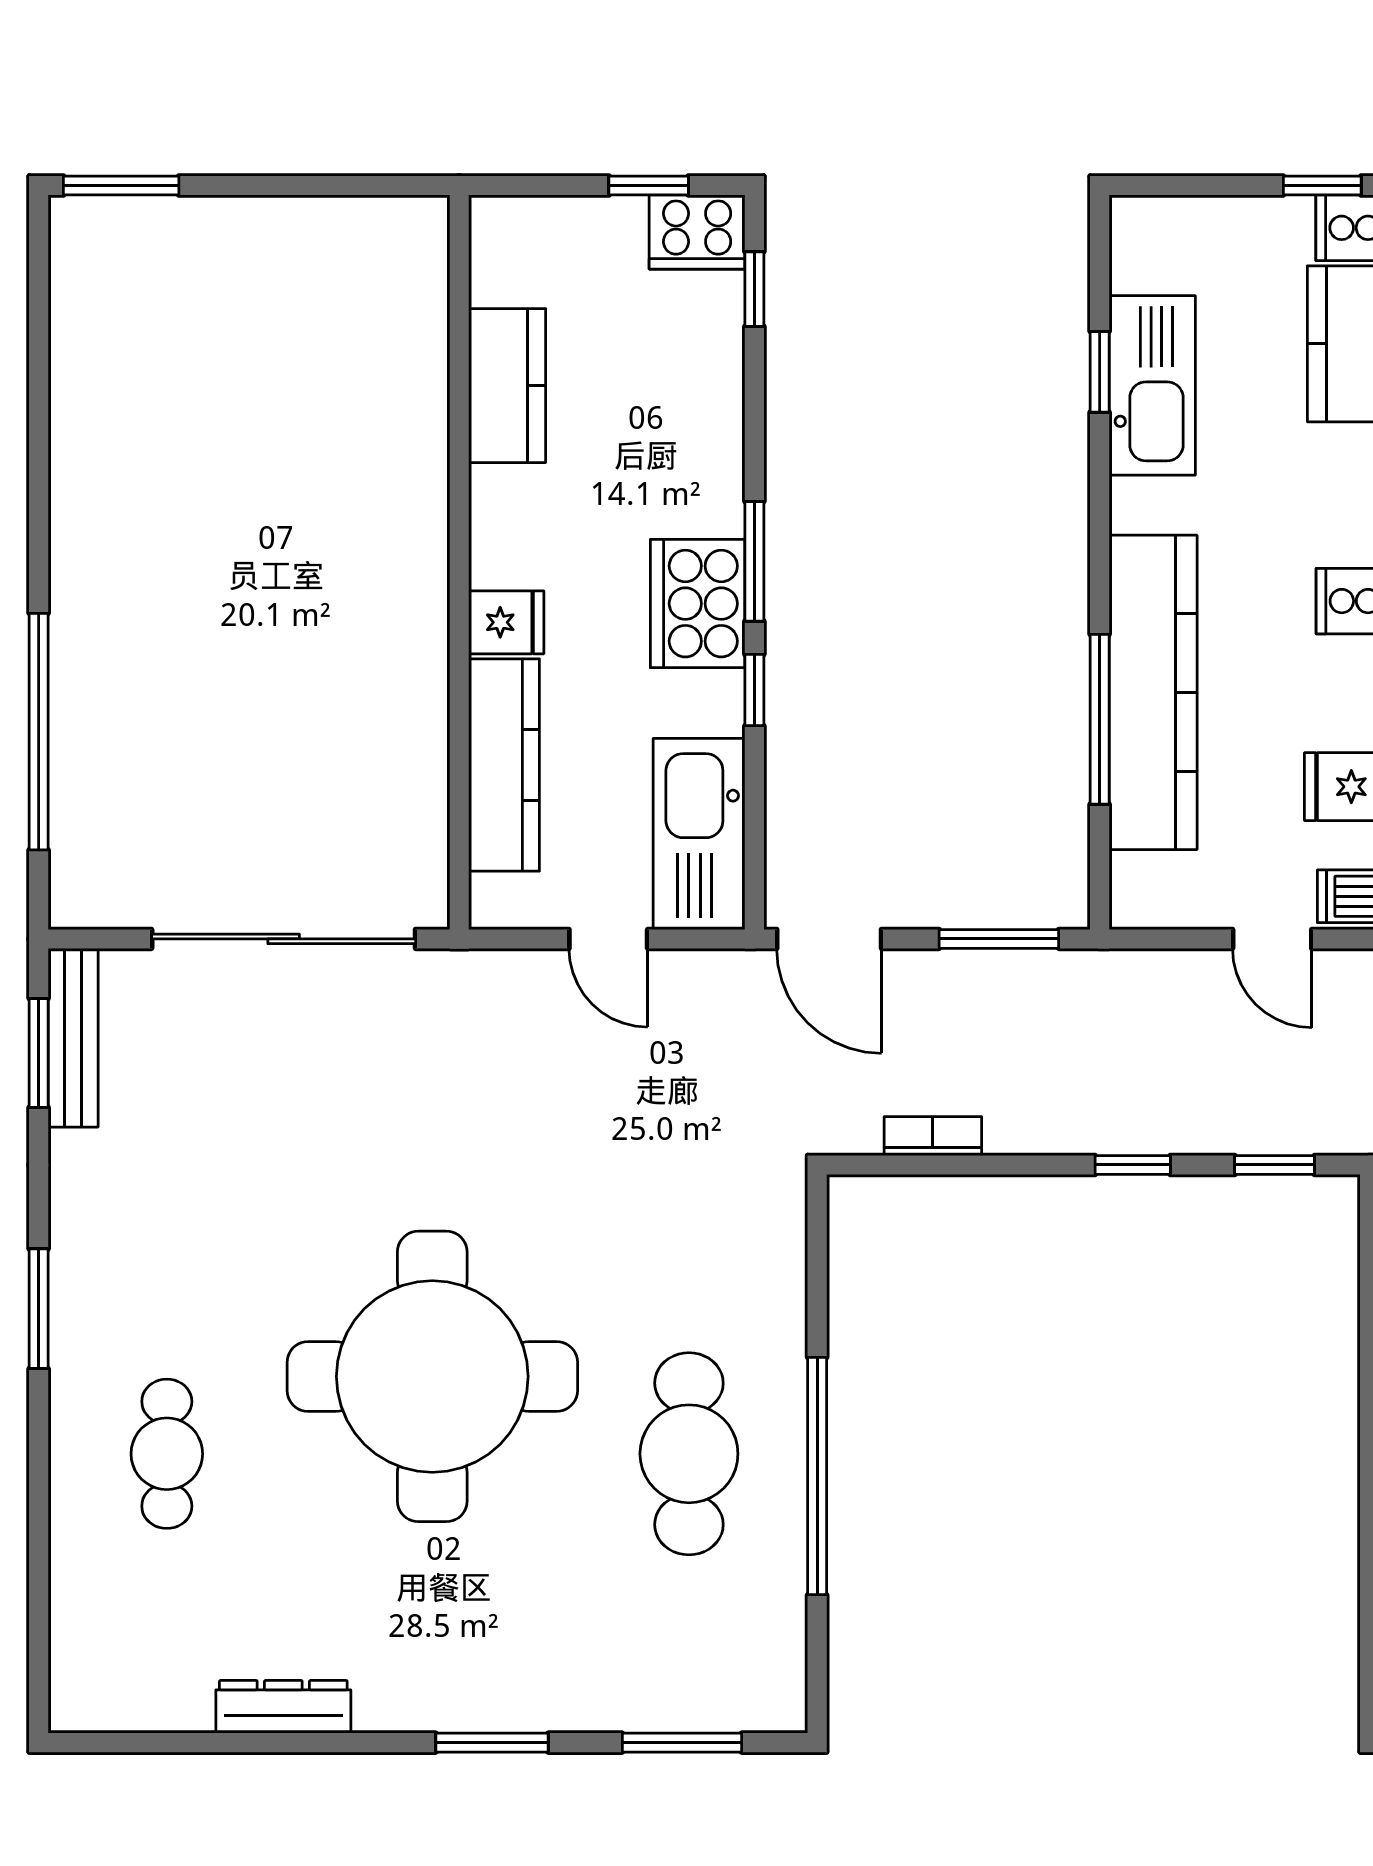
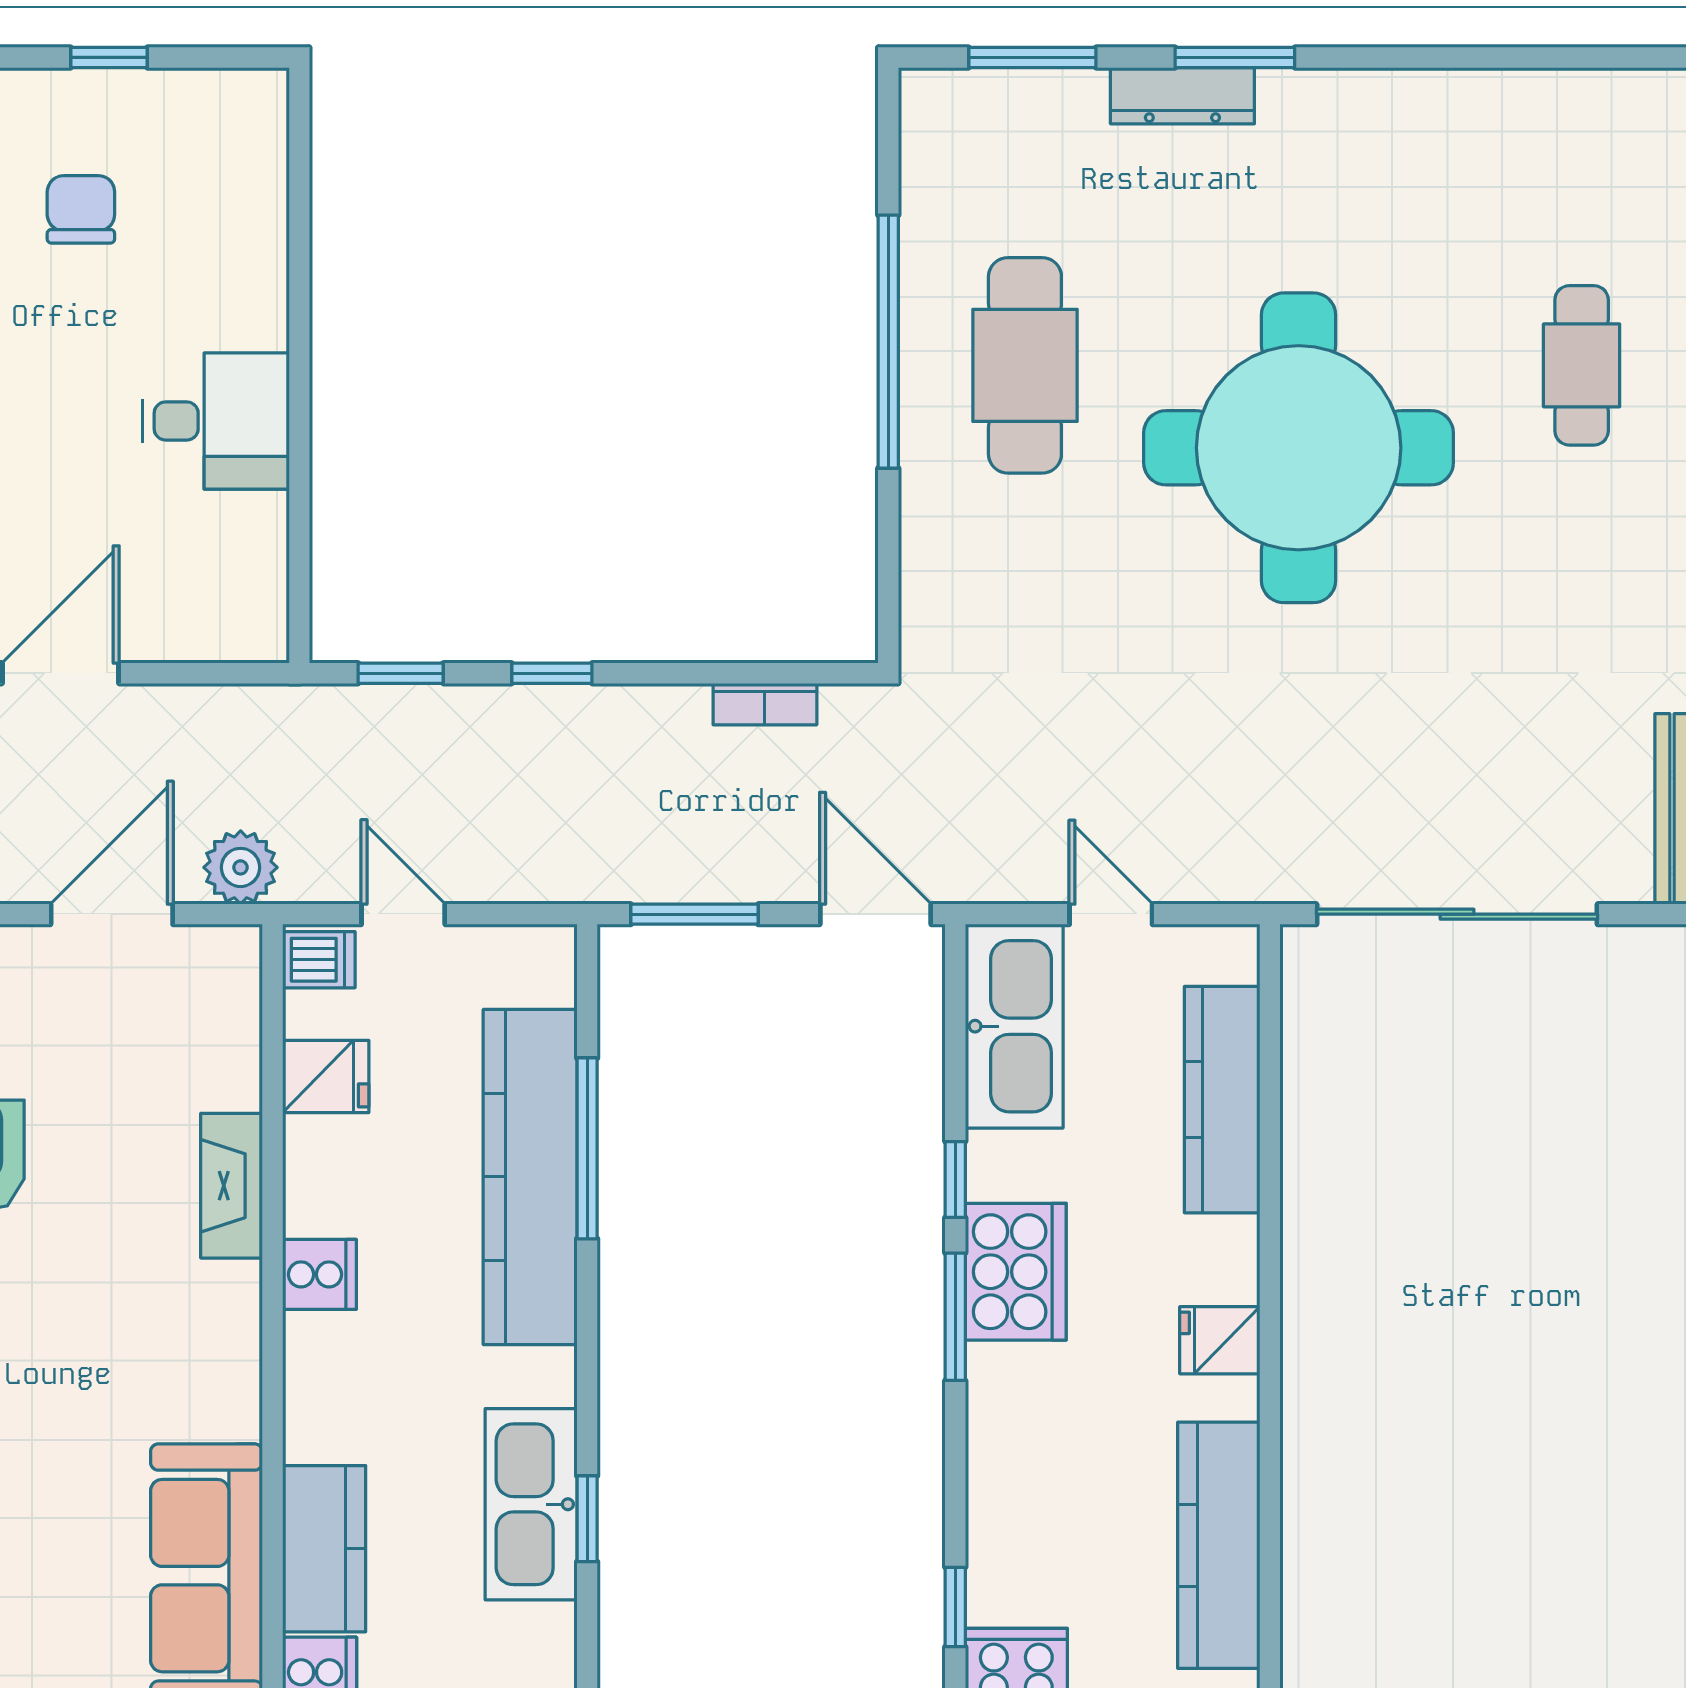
kitchen counter: (507, 386) -> (1219, 1545), width x1.50
fridge: (506, 622) -> (1220, 1340), moved
dresser: (283, 1707) -> (1182, 96), moved

